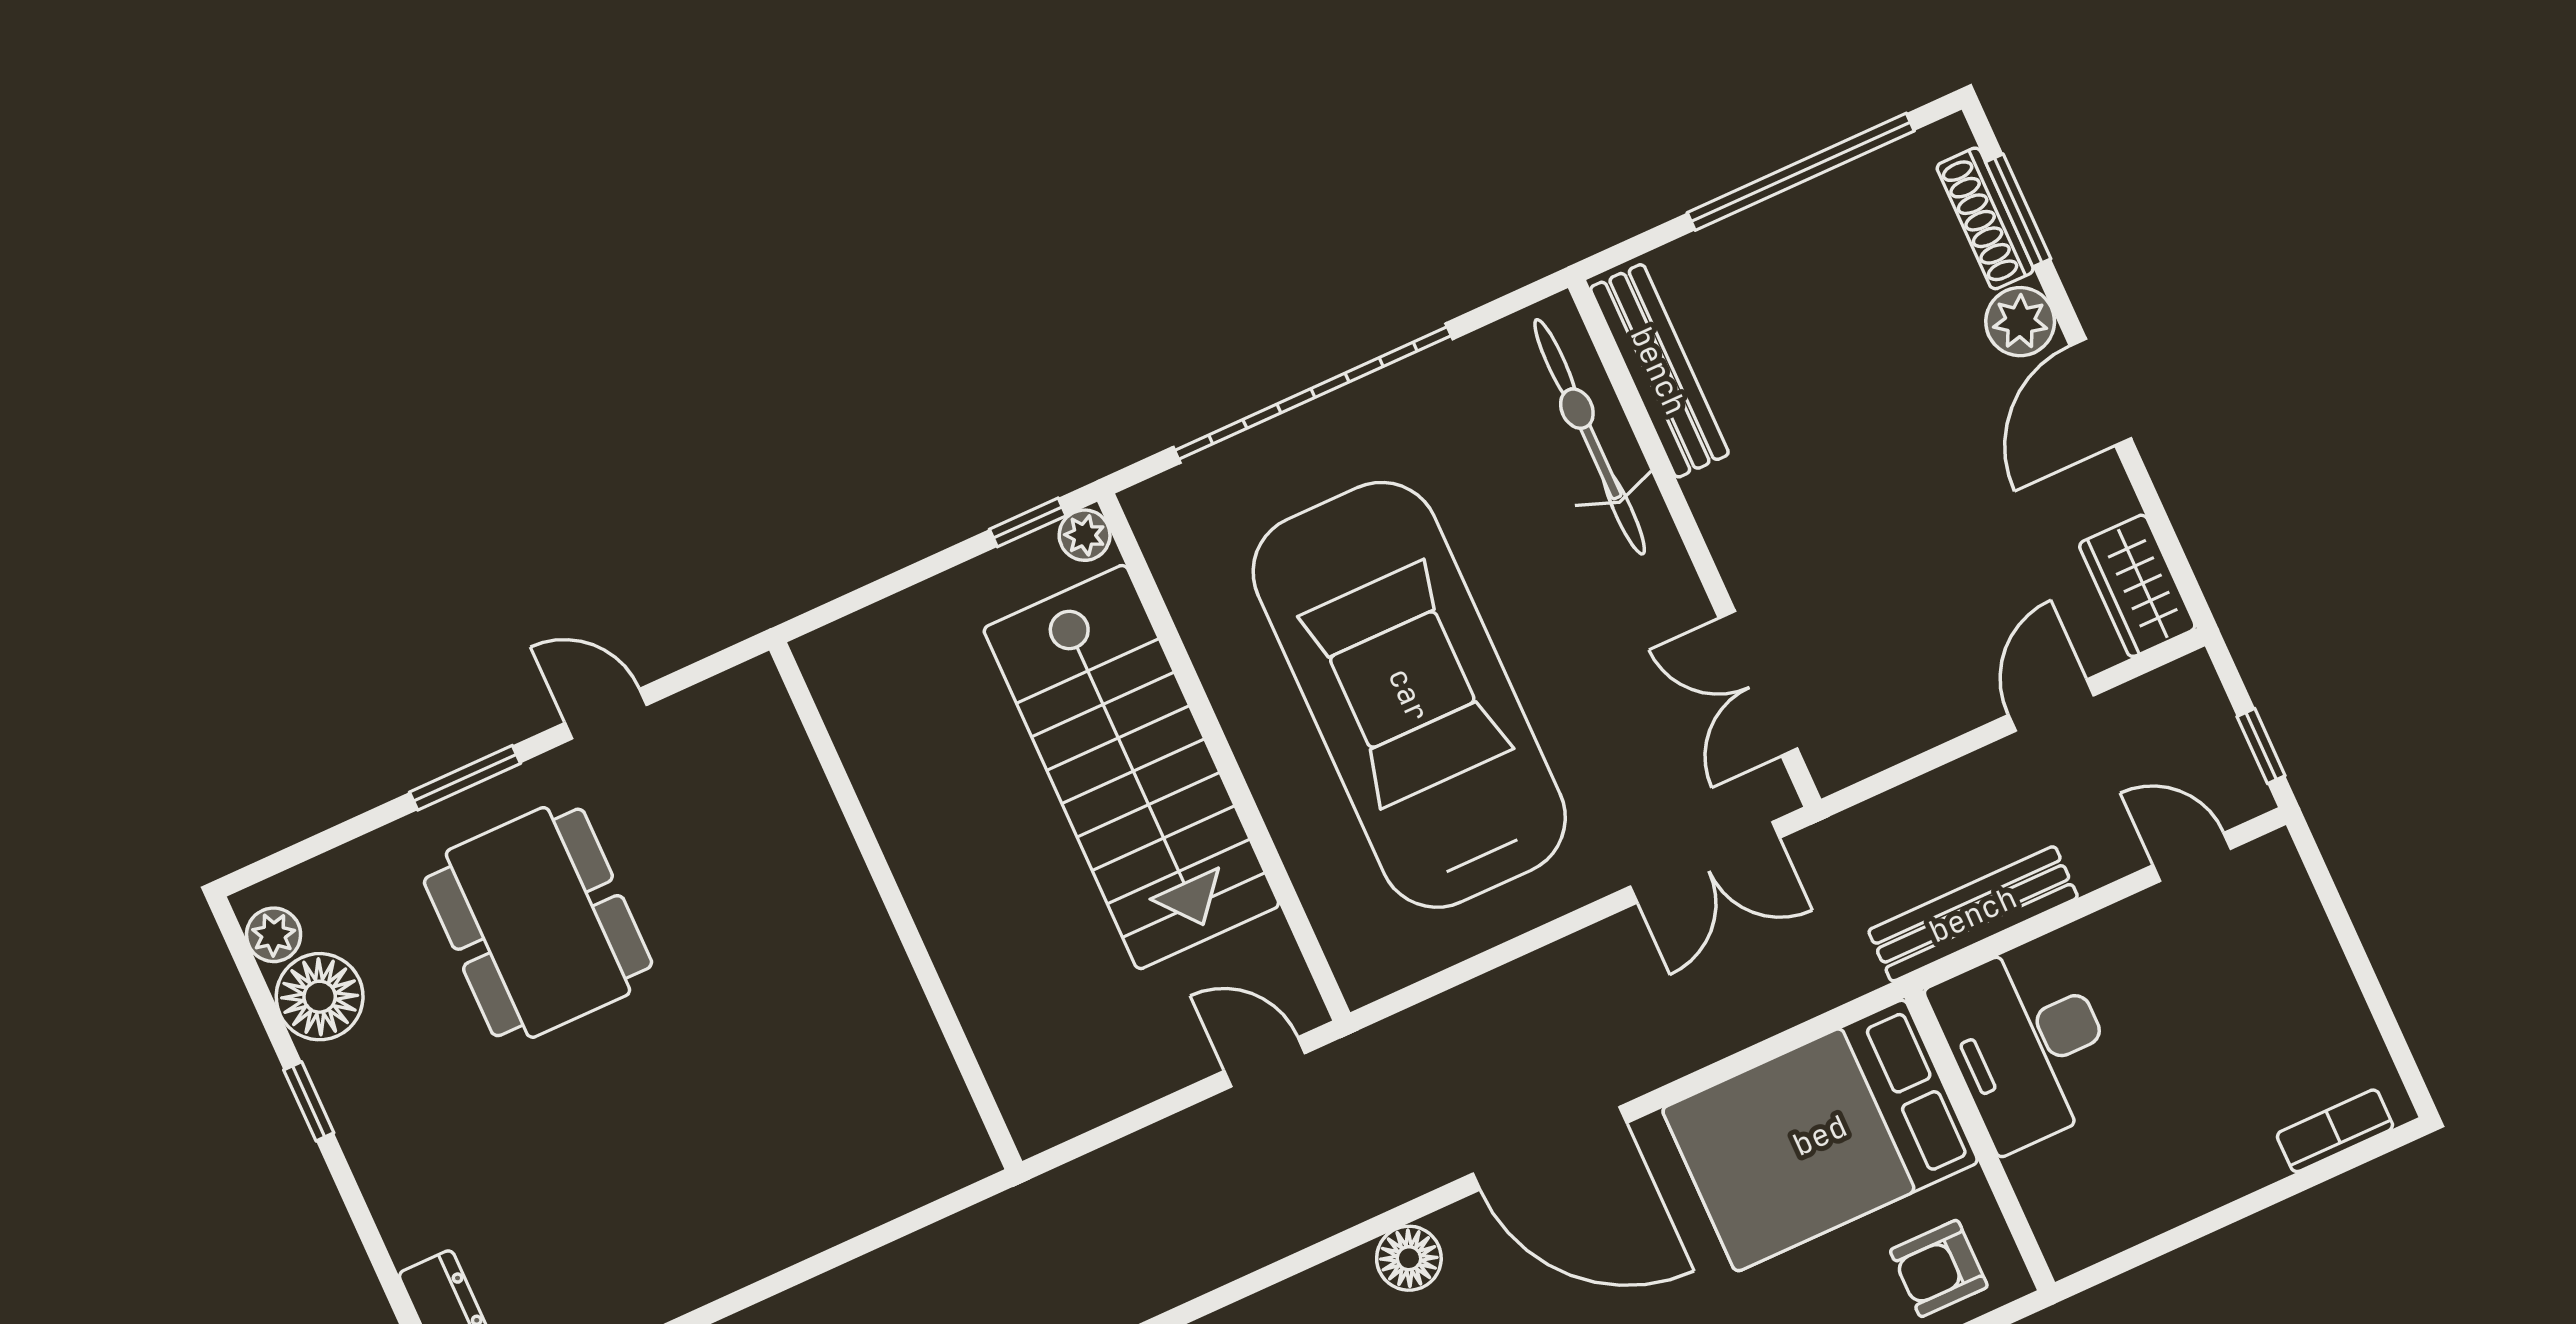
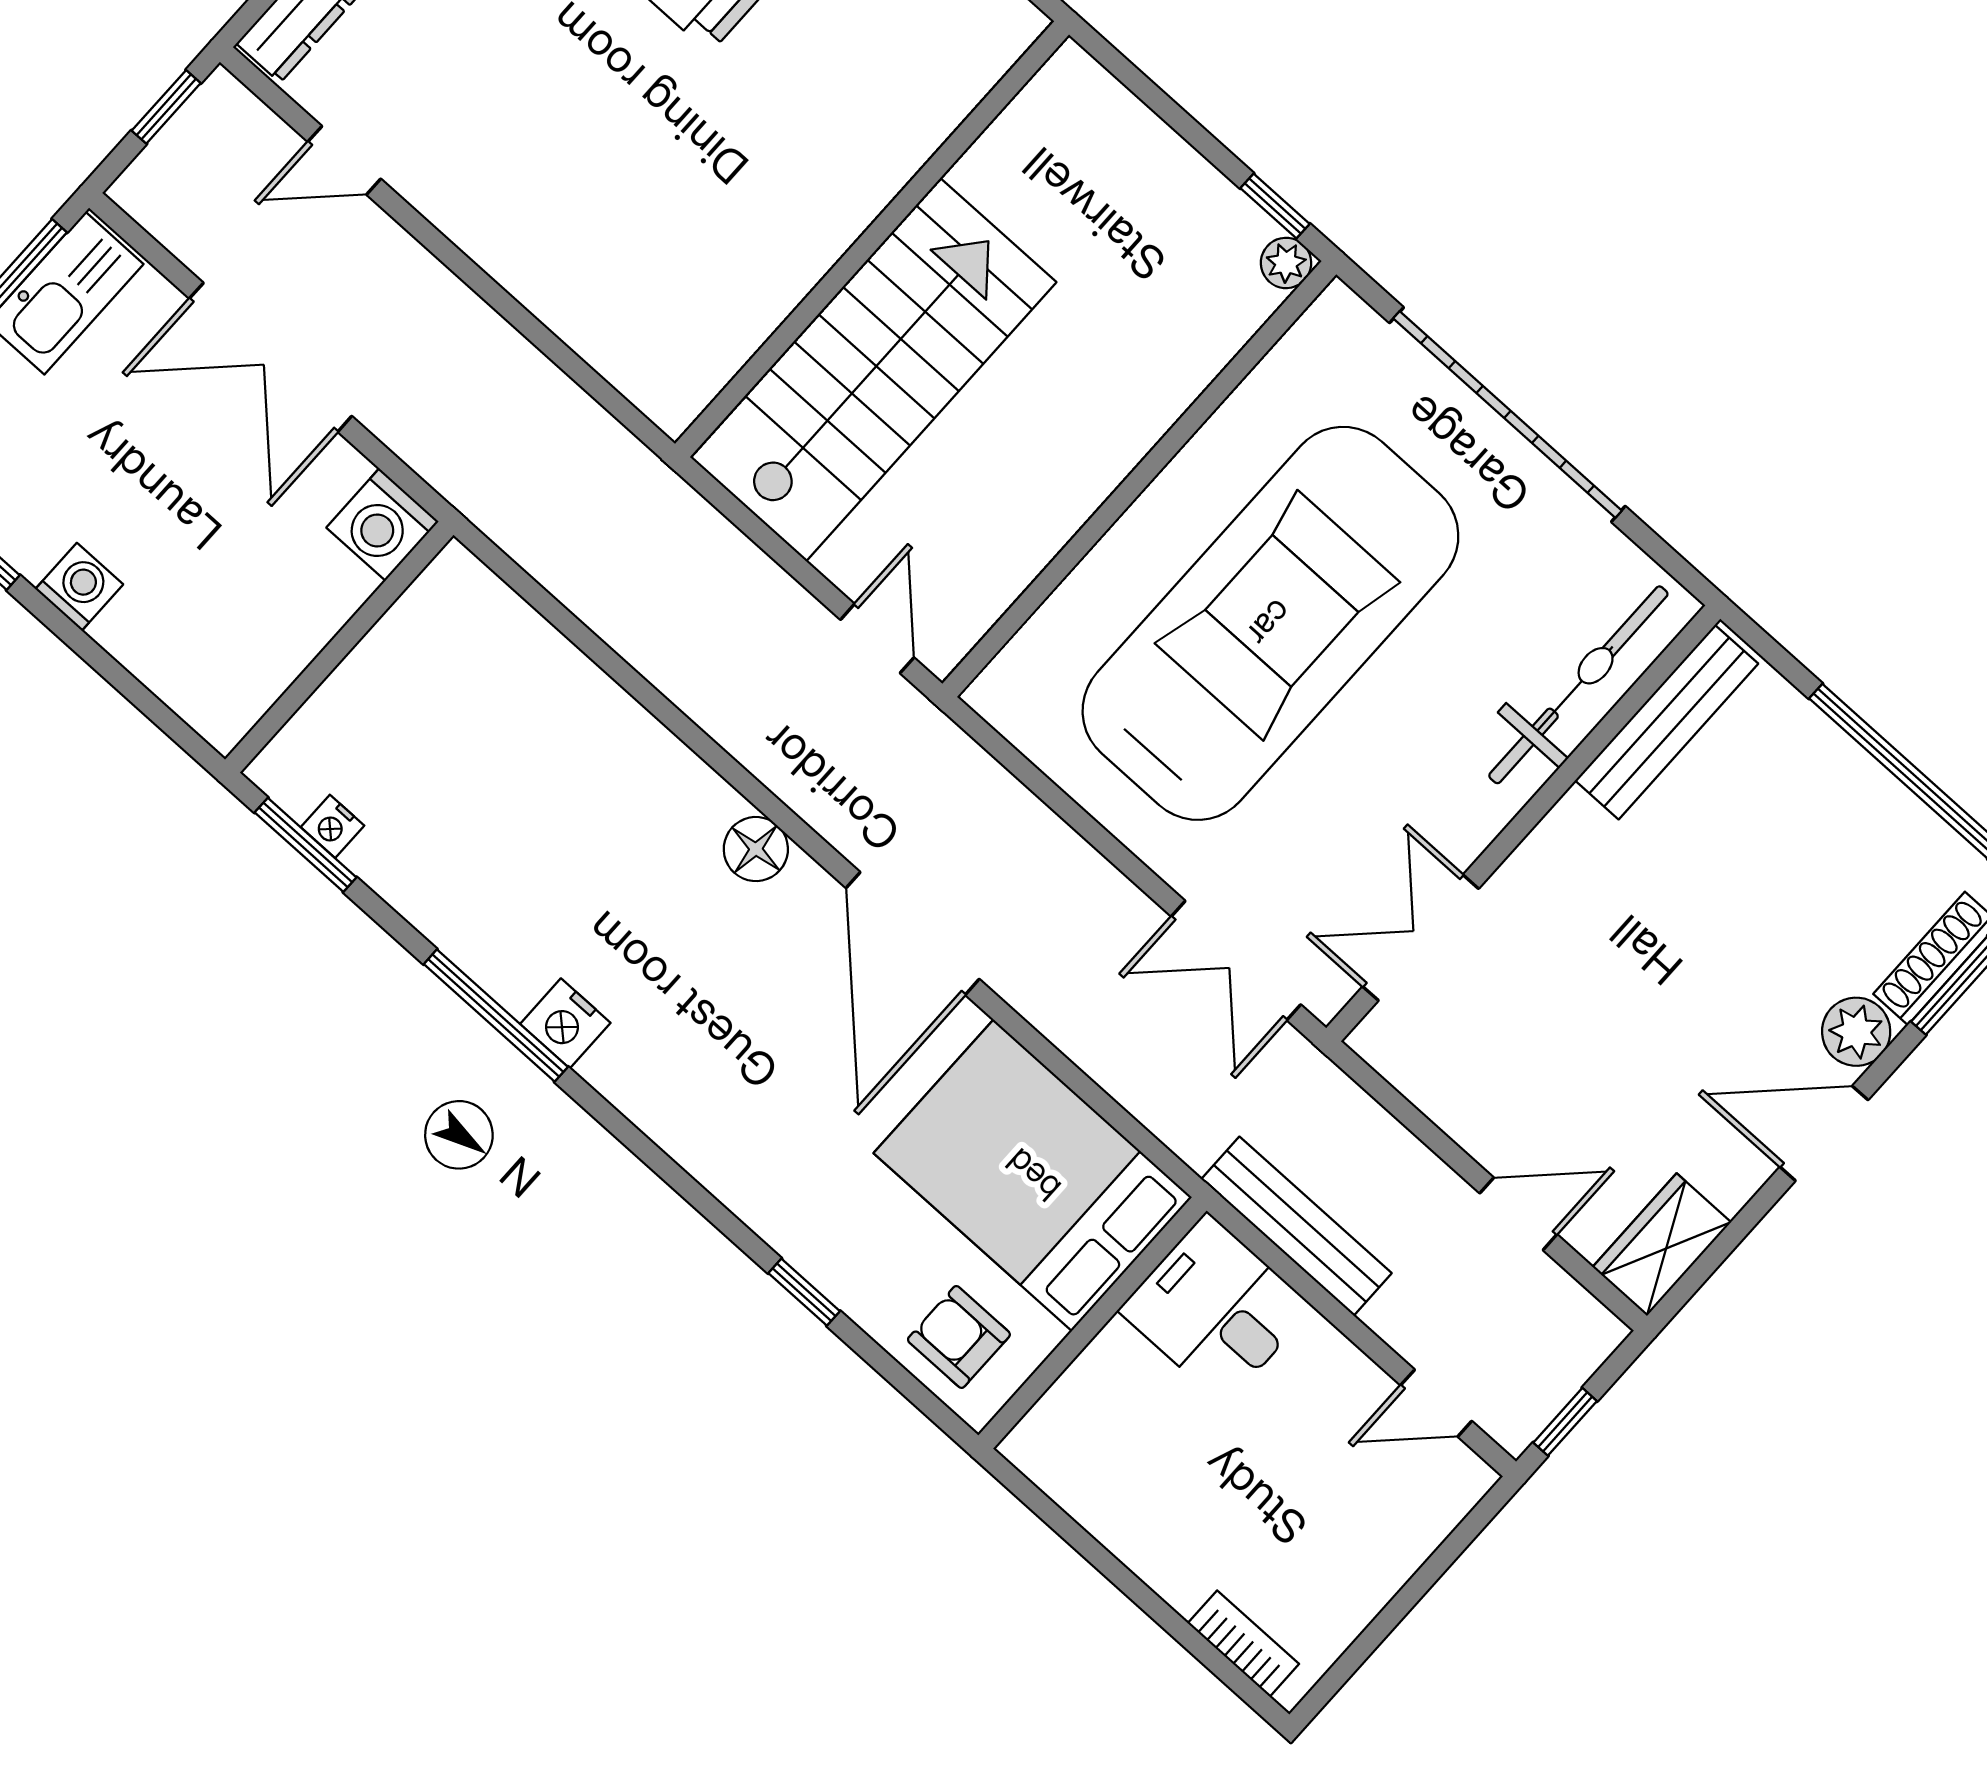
stairs: (1131, 767) -> (873, 370), moved, turned 180
door: (2192, 857) -> (1436, 1403), swing flipped
desk: (2027, 1044) -> (1216, 1309), width x0.73

